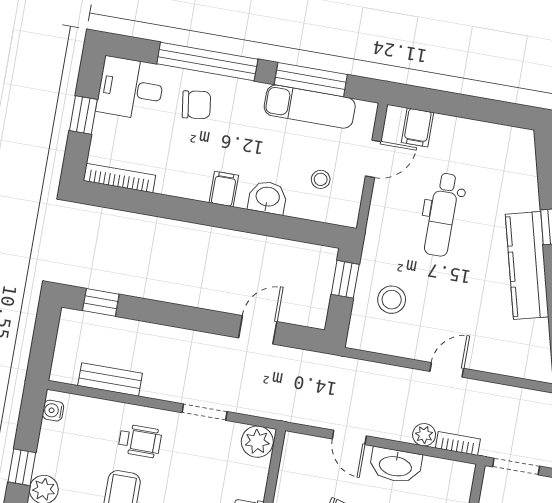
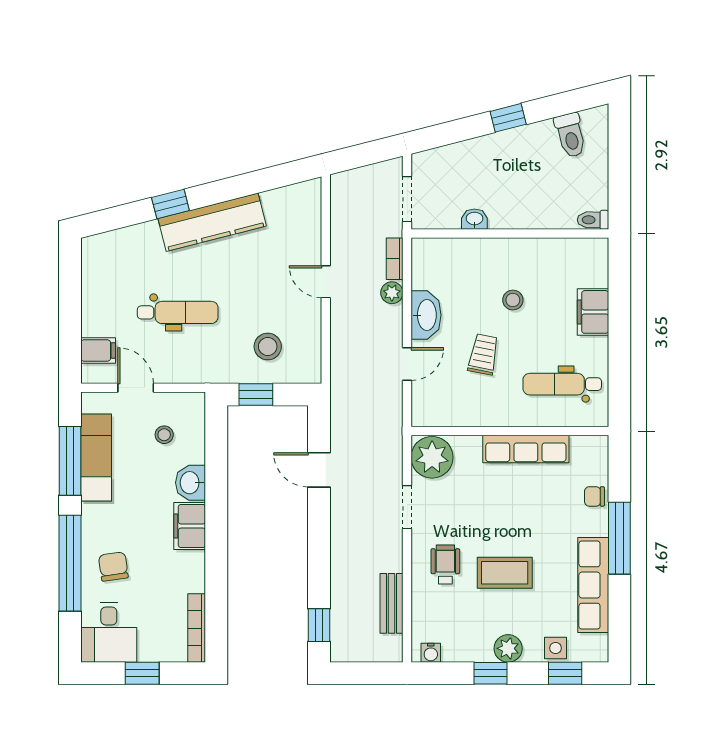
filing cabinet: (224, 189) -> (190, 526), width x2.00
plant: (257, 442) -> (432, 457), width x1.36, depth x1.36

